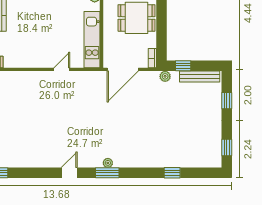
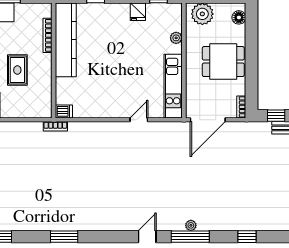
plant: (165, 76) -> (256, 128), removed
window: (107, 173) -> (190, 237), width x1.44
window: (172, 173) -> (247, 237), moved

